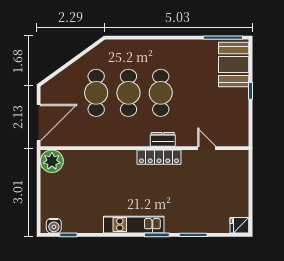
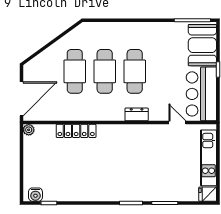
bar counter: (233, 117) -> (201, 94), added
locker: (159, 157) -> (76, 131), moved
plant: (52, 161) -> (29, 130), width x0.53, depth x0.53
kitchen unit: (134, 225) -> (208, 158), moved, turned -90

